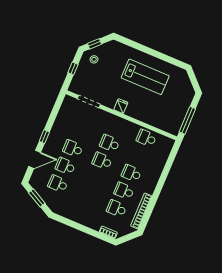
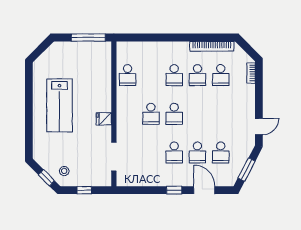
lab bench: (145, 77) -> (60, 105), turned 180
door: (65, 221) -> (259, 127), added

